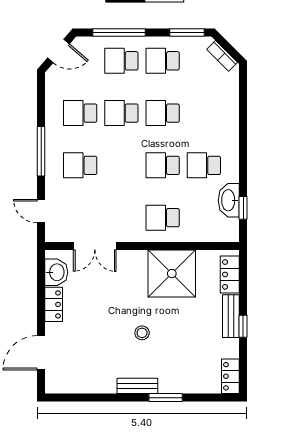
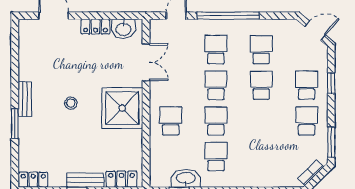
window: (119, 32) -> (331, 83), width x0.46
door: (58, 51) -> (315, 31), swing flipped
school desk: (163, 113) -> (216, 85), moved
window: (41, 151) -> (228, 16), width x1.46
double door: (95, 246) -> (146, 62), swing flipped
shower: (172, 274) -> (122, 108), moved

